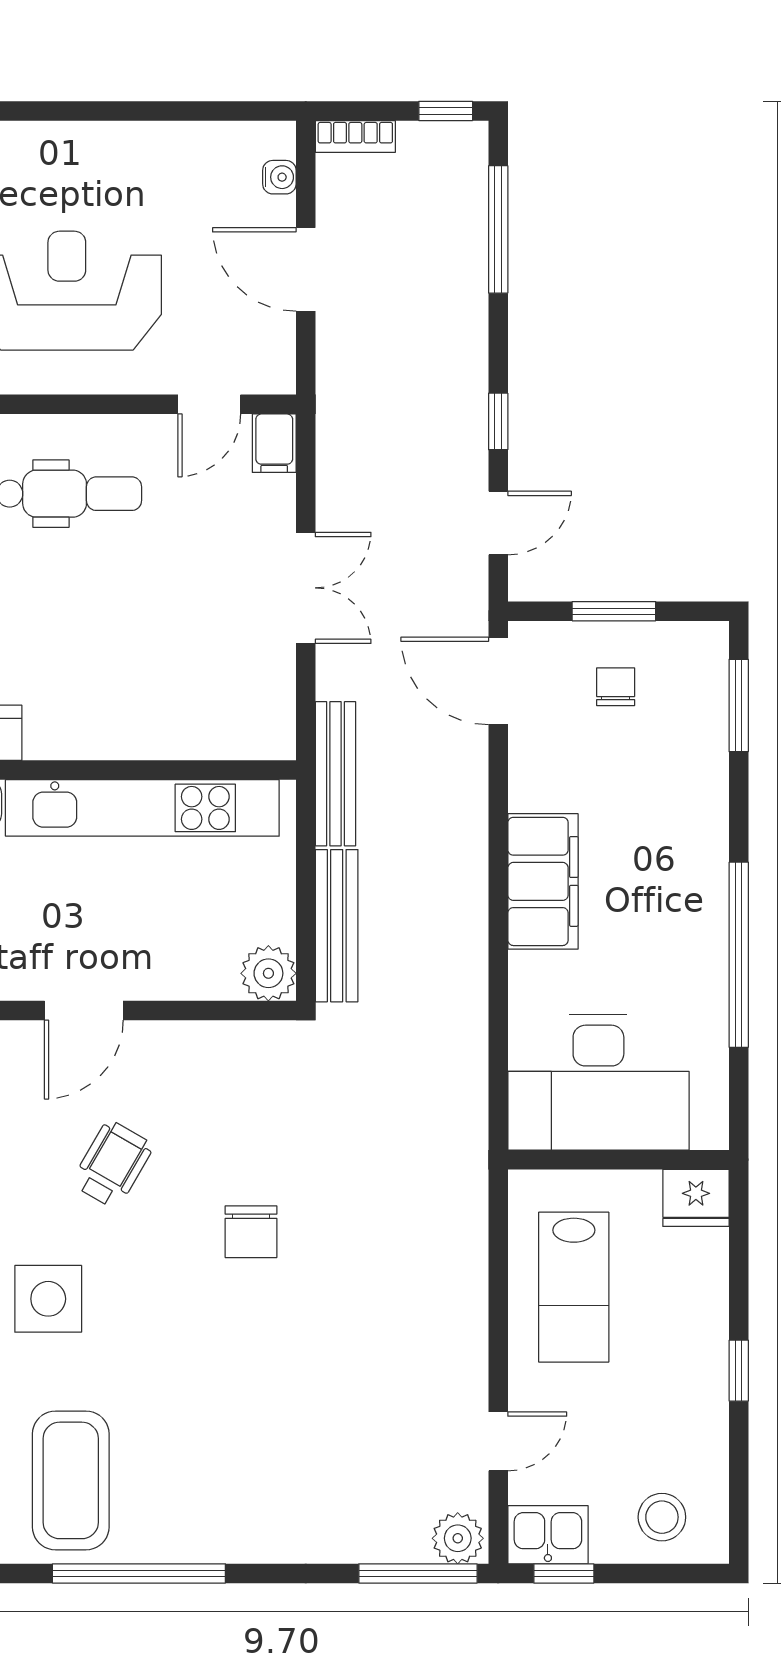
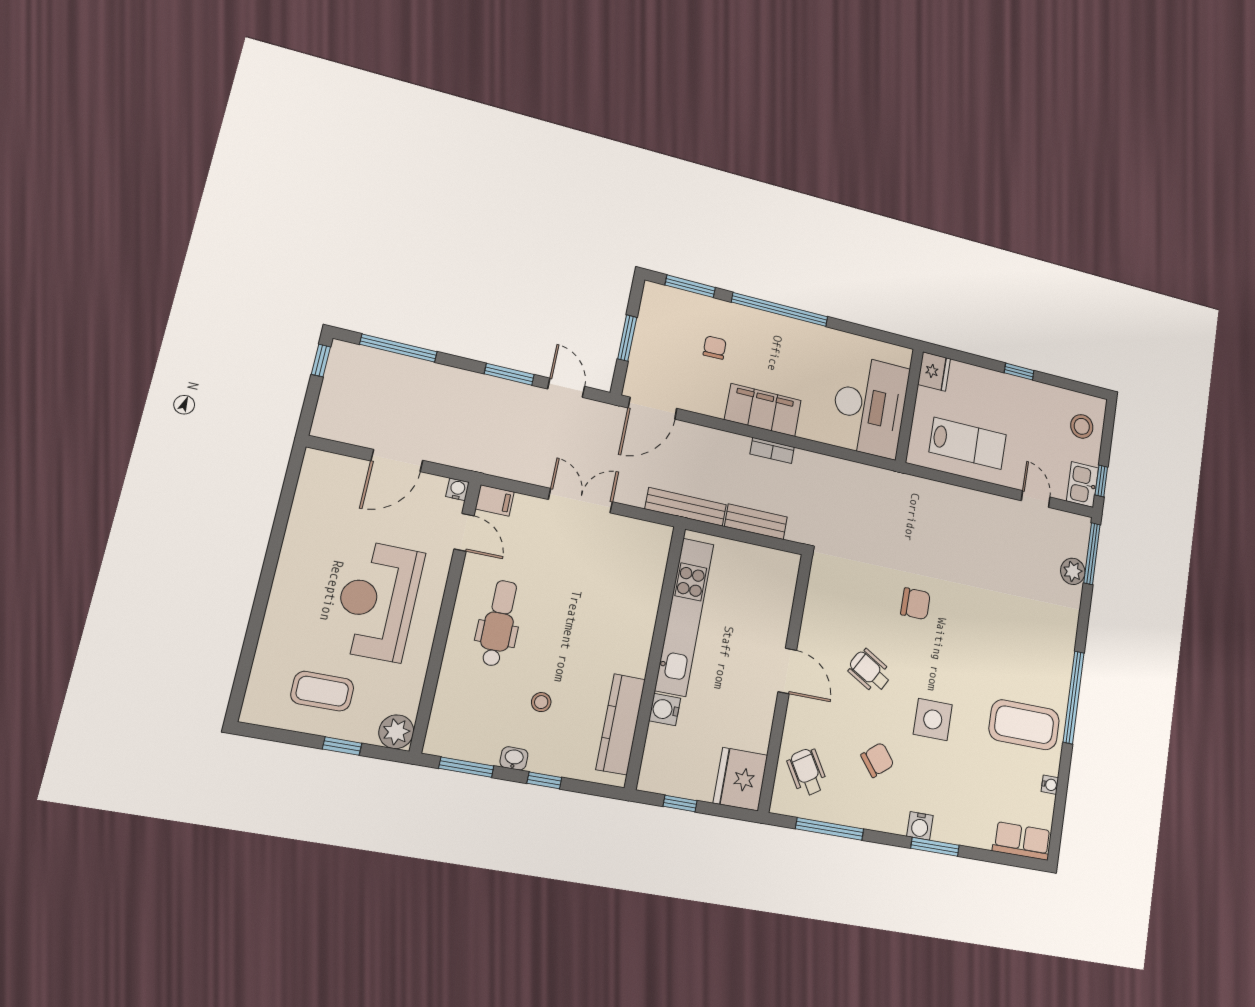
bookcase: (355, 136) -> (772, 450), moved, turned 90
water cooler: (279, 177) -> (457, 489), moved
window: (498, 421) -> (509, 374), width x1.50
chair: (616, 687) -> (715, 348), moved, turned 89
bench: (337, 926) -> (756, 522), width x0.73
window: (739, 955) -> (780, 309), moved
plant: (268, 973) -> (785, 566), removed
plant: (458, 1538) -> (1073, 571), moved

